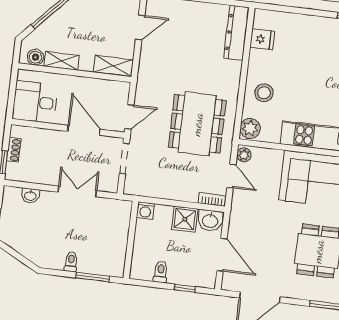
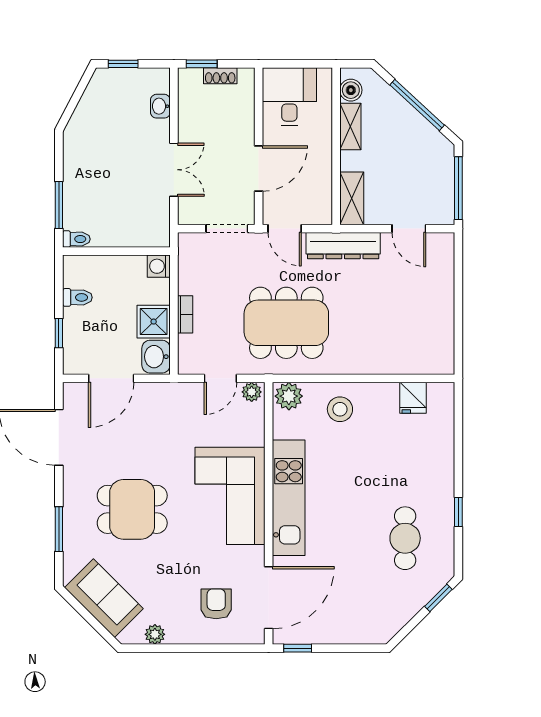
dresser: (236, 33) -> (343, 246), moved, turned 180
bookcase: (212, 200) -> (185, 314), moved
toilet: (71, 262) -> (76, 239), moved

